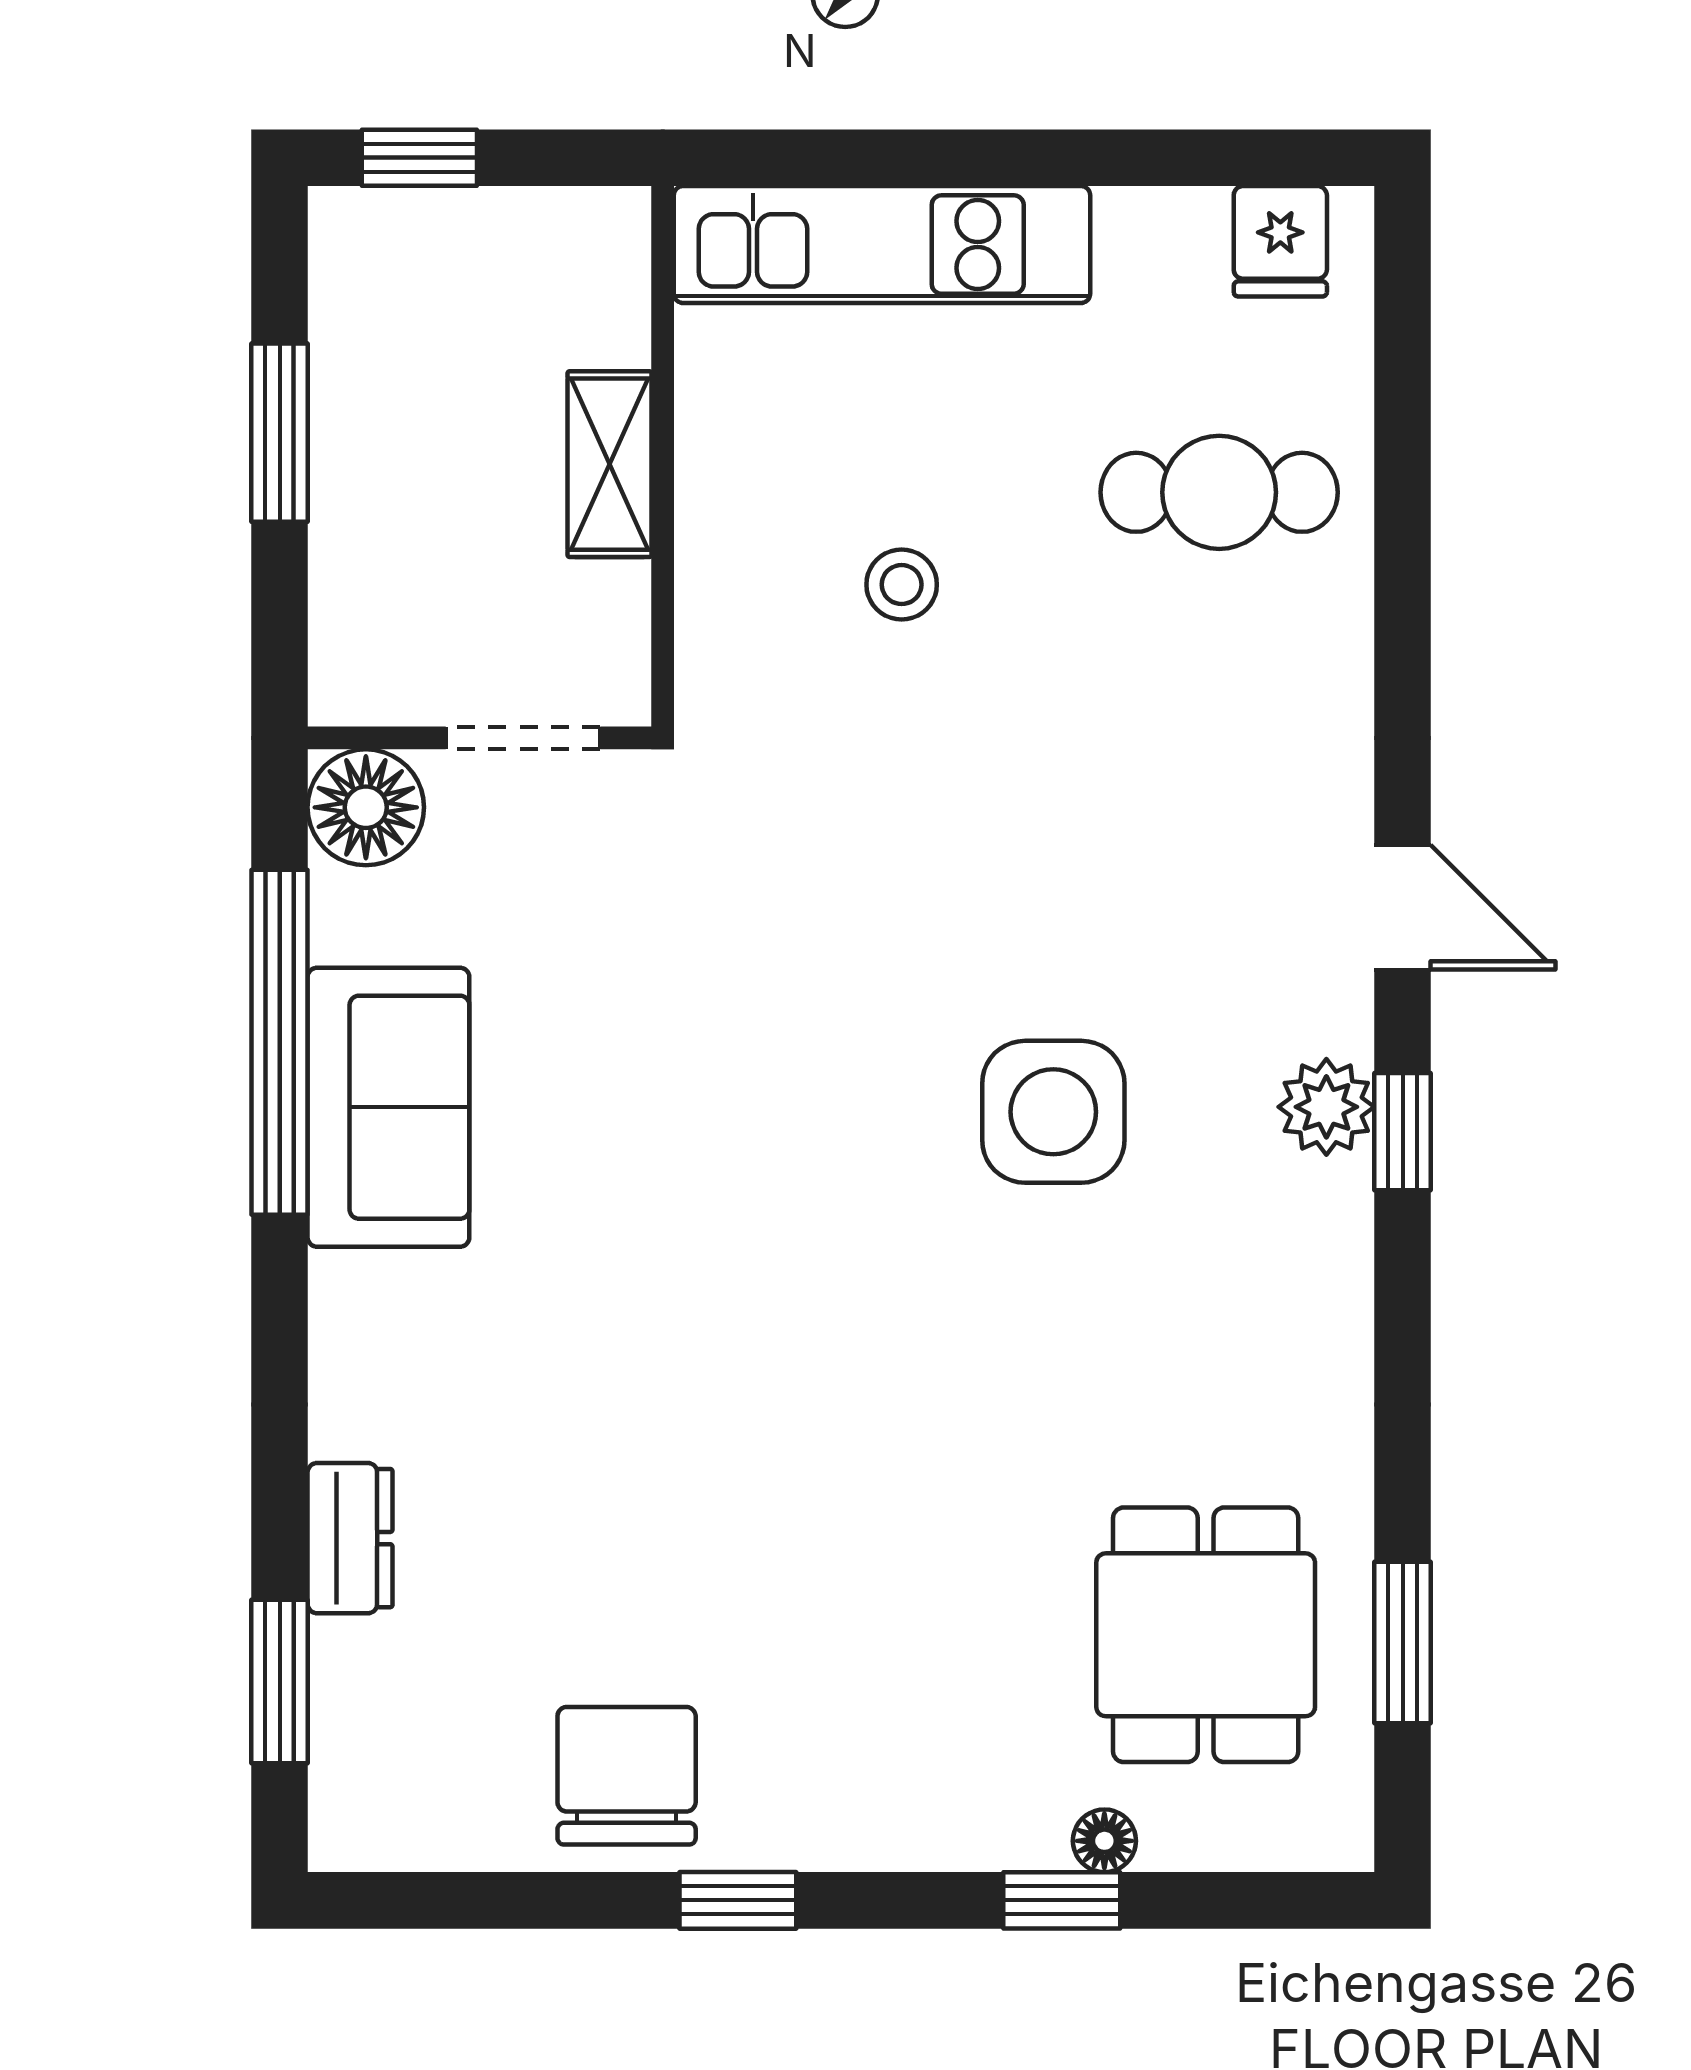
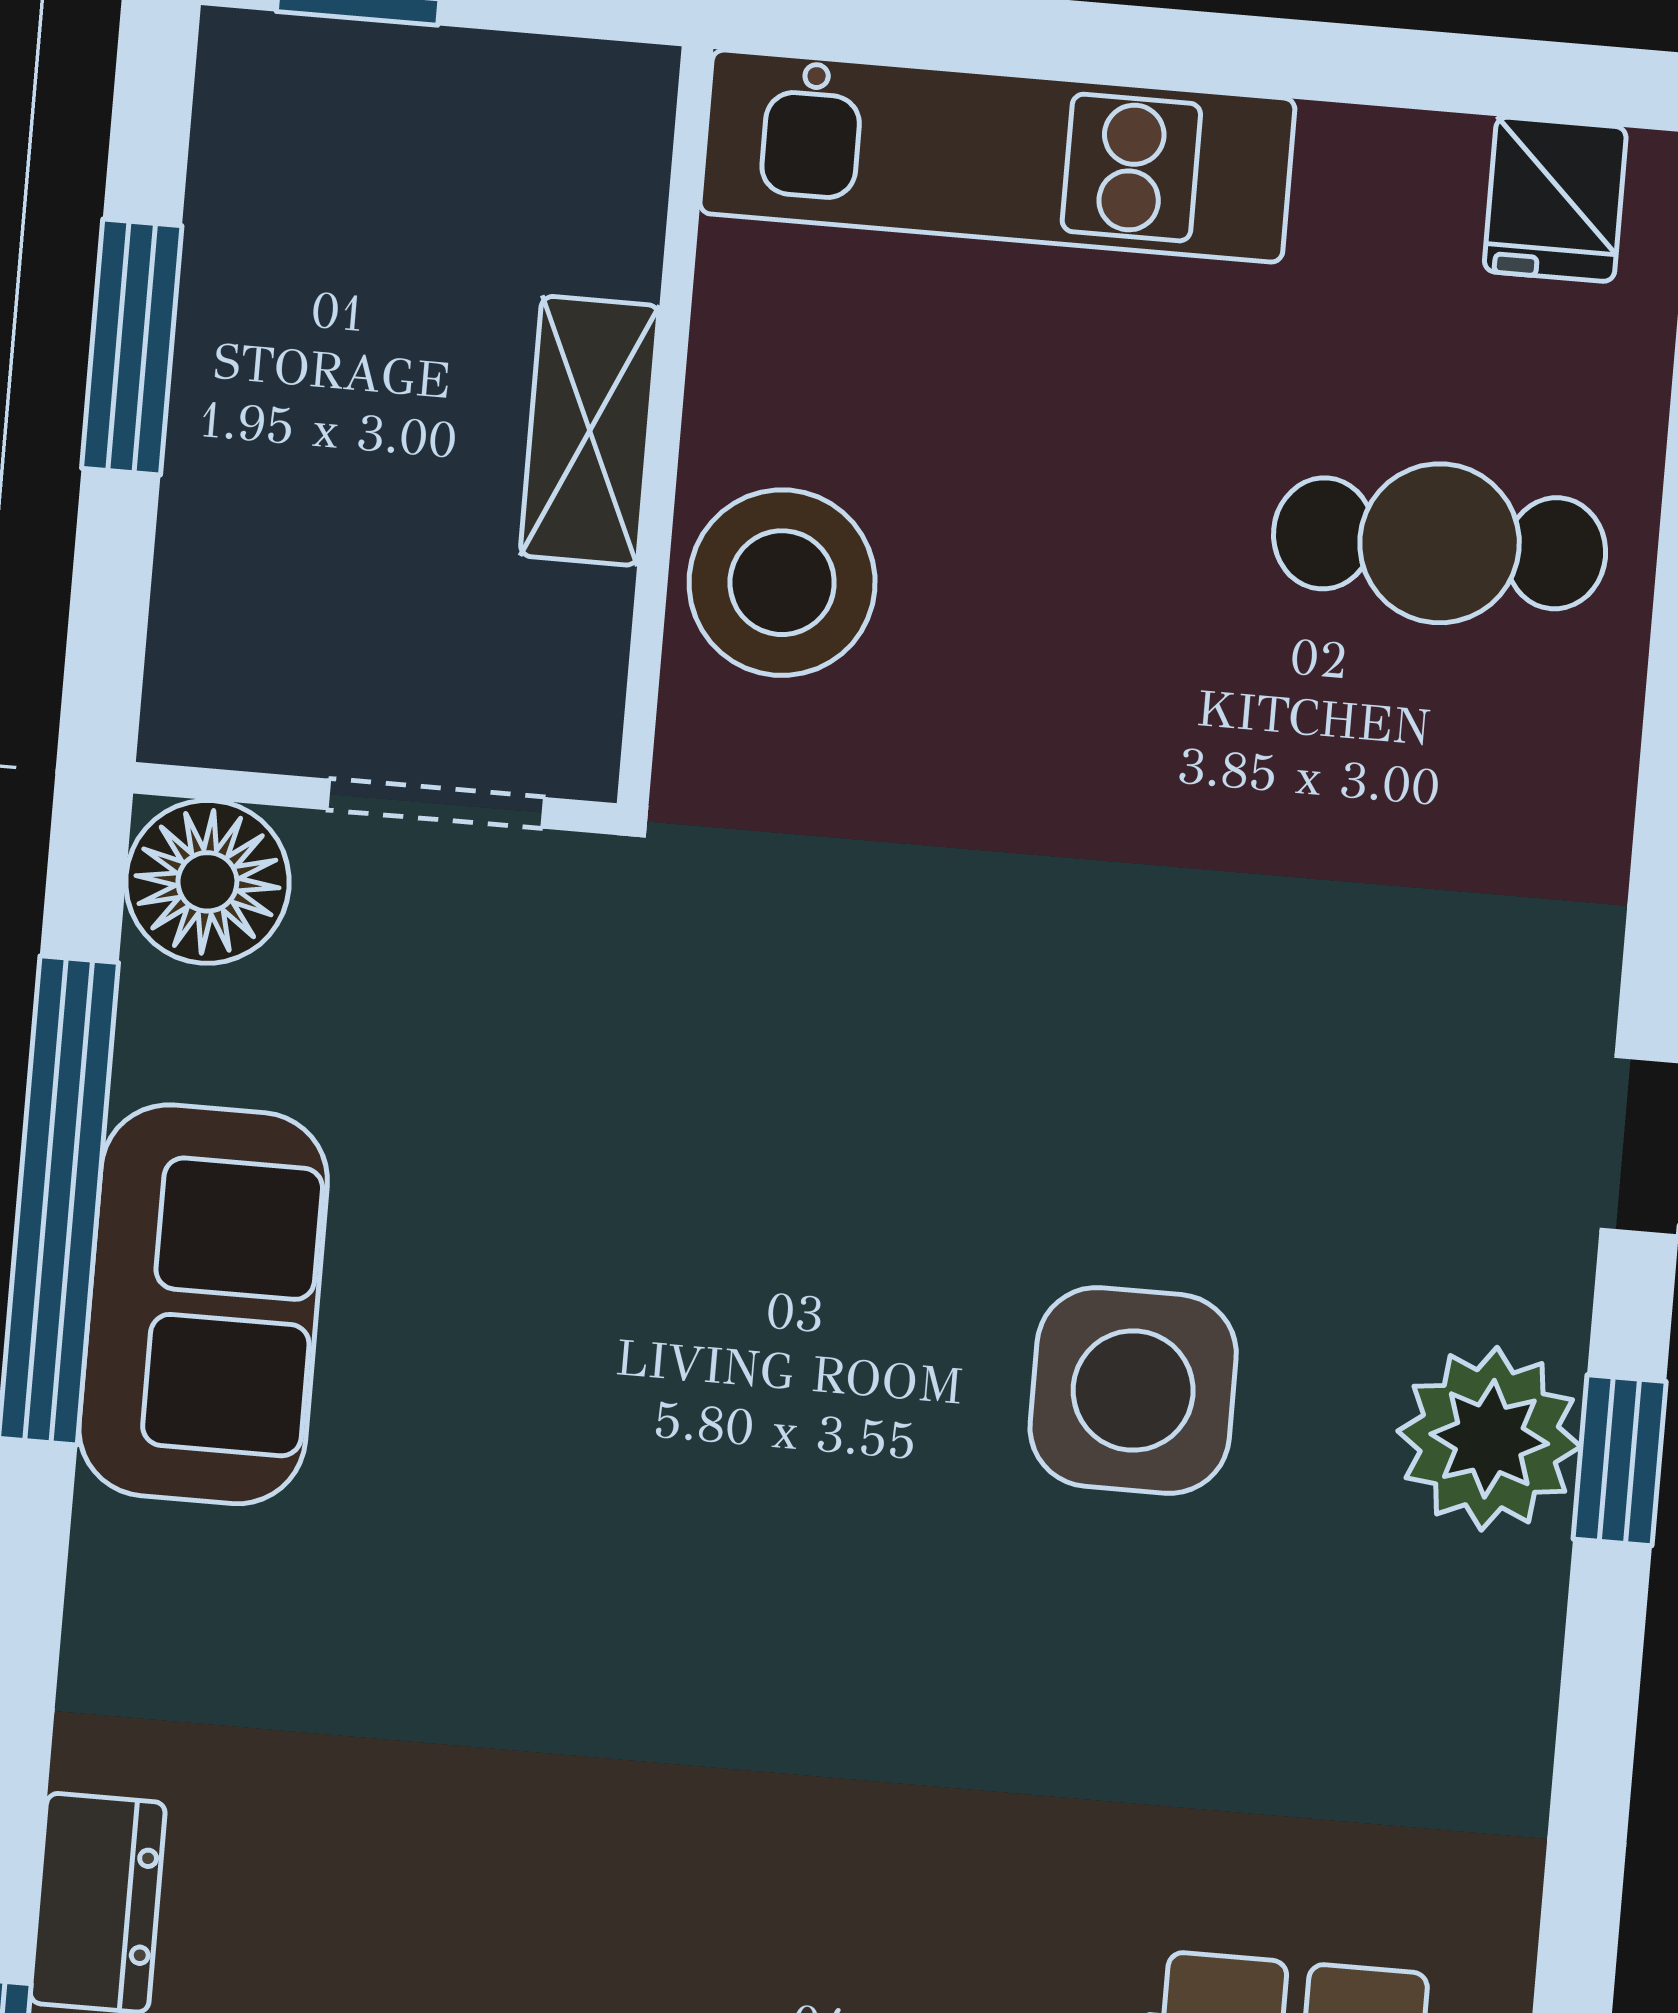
stool: (902, 585) -> (782, 583), moved, width x1.89, depth x1.89
plant: (1326, 1107) -> (1489, 1439), width x1.36, depth x1.36

